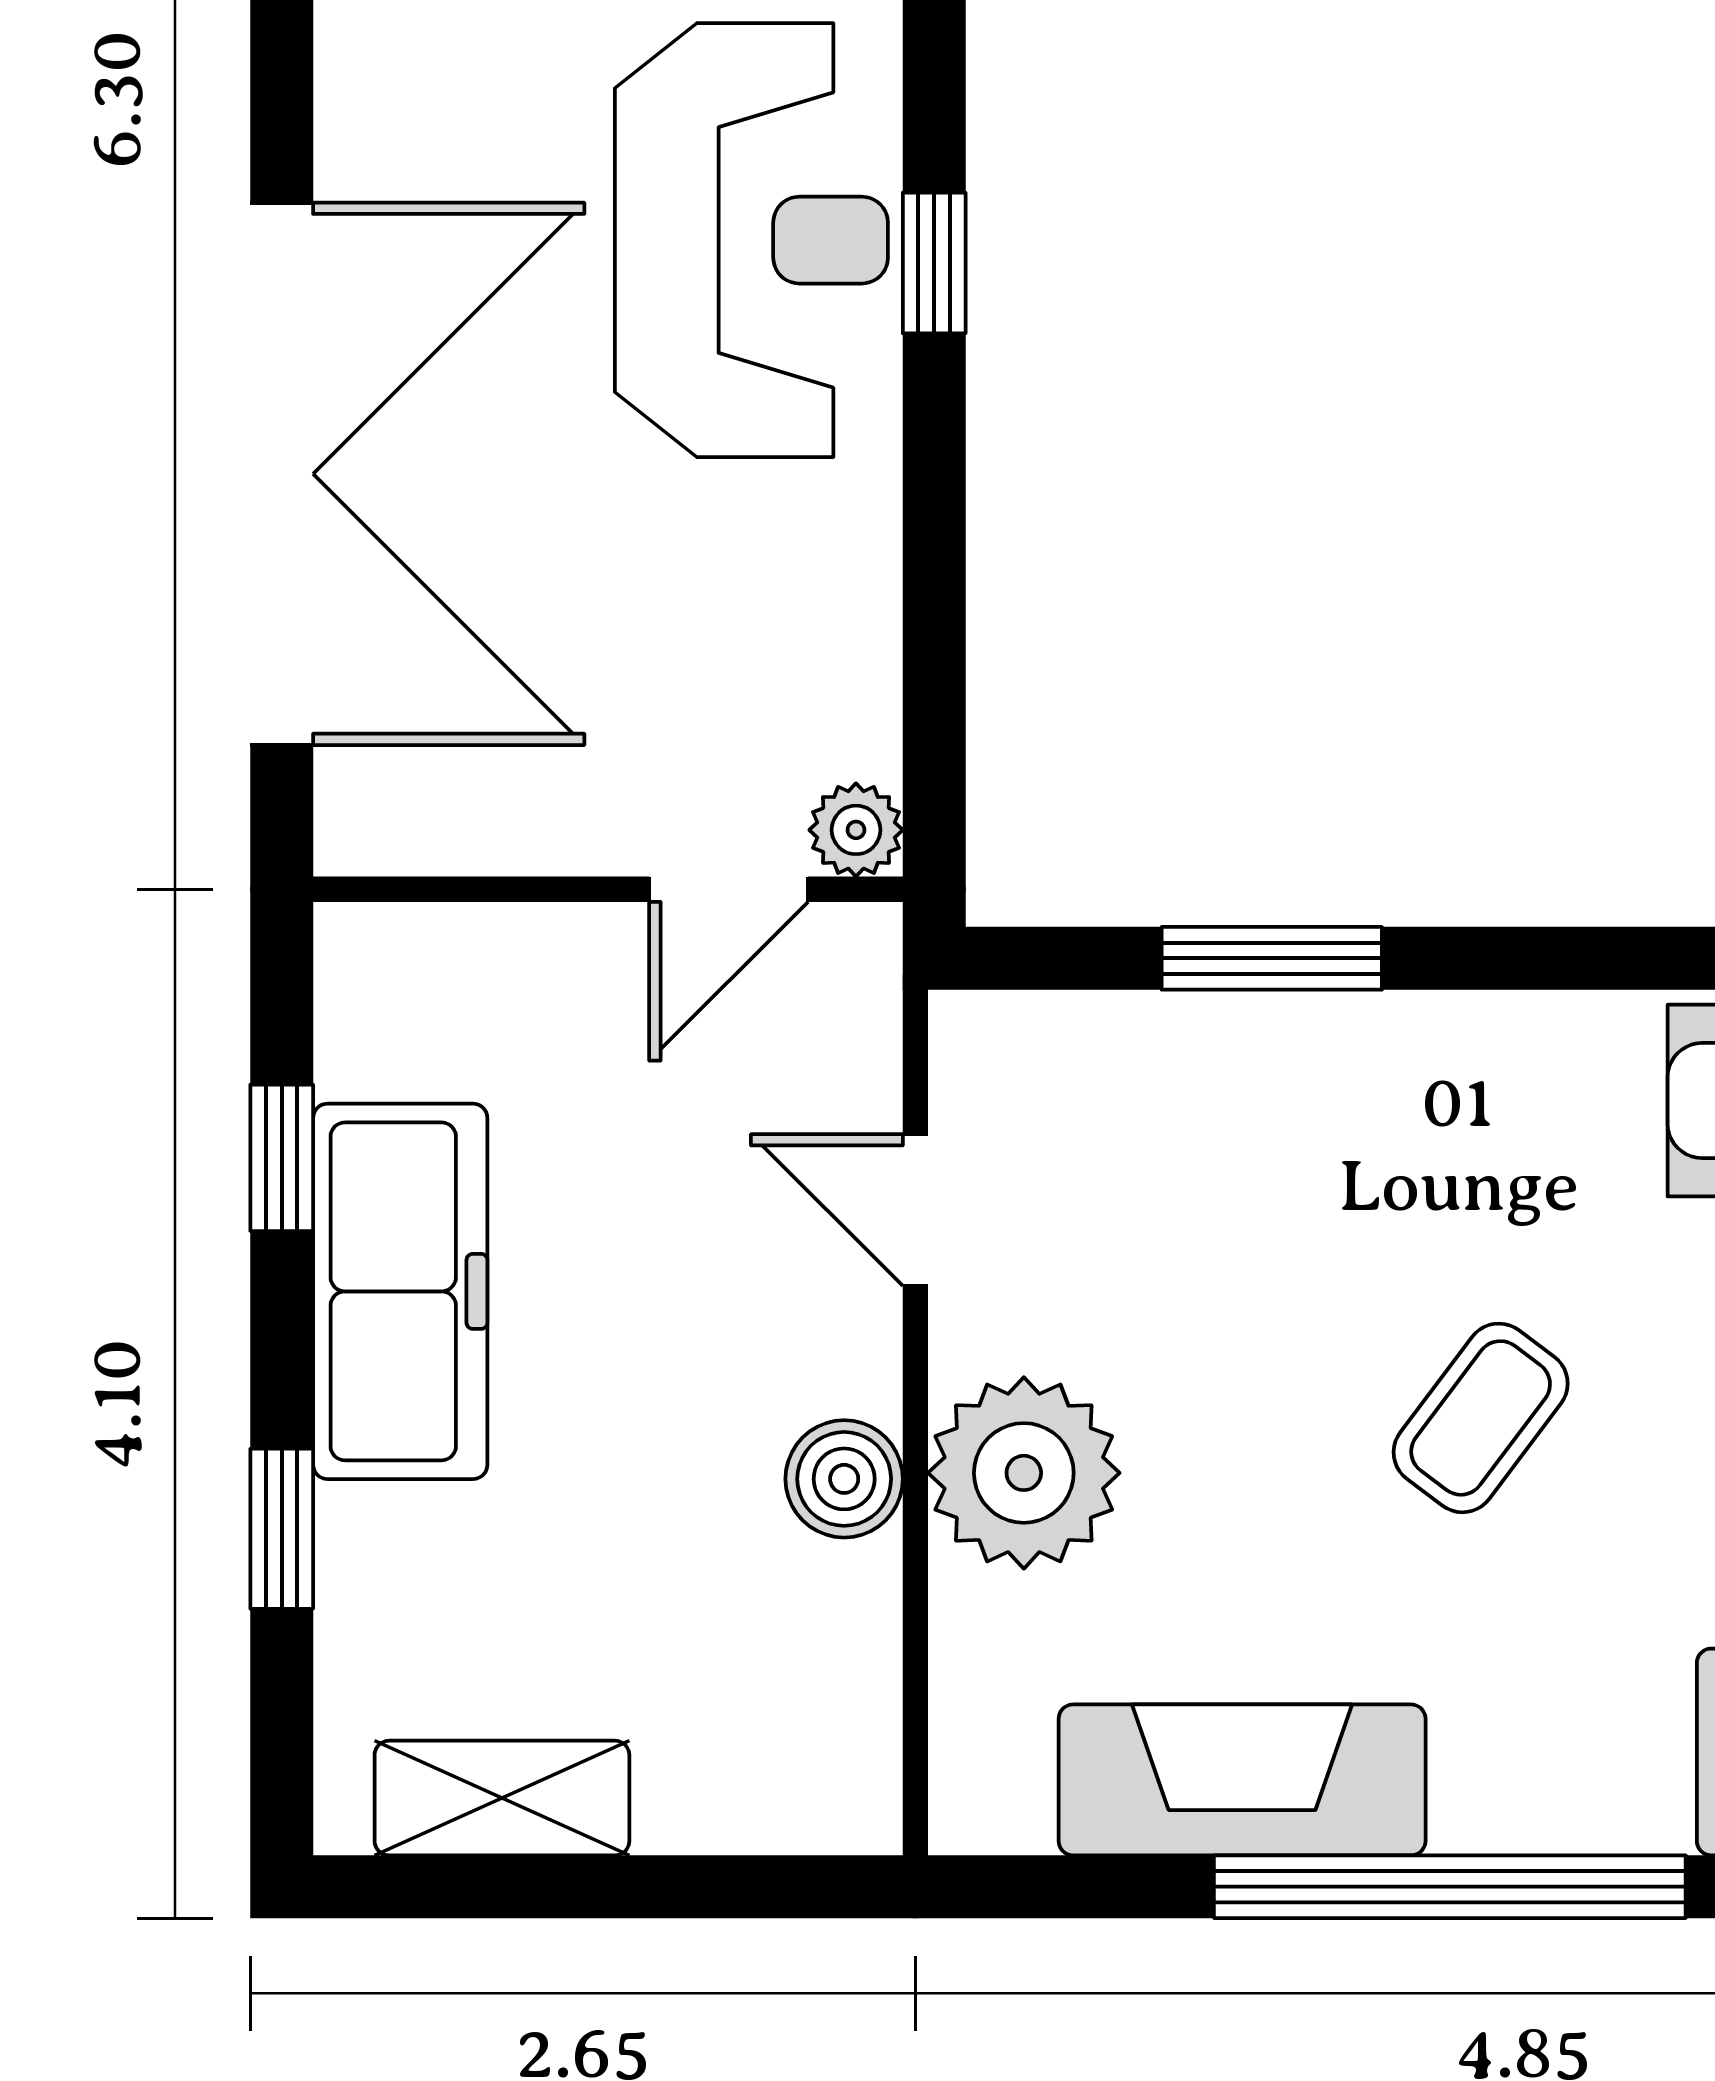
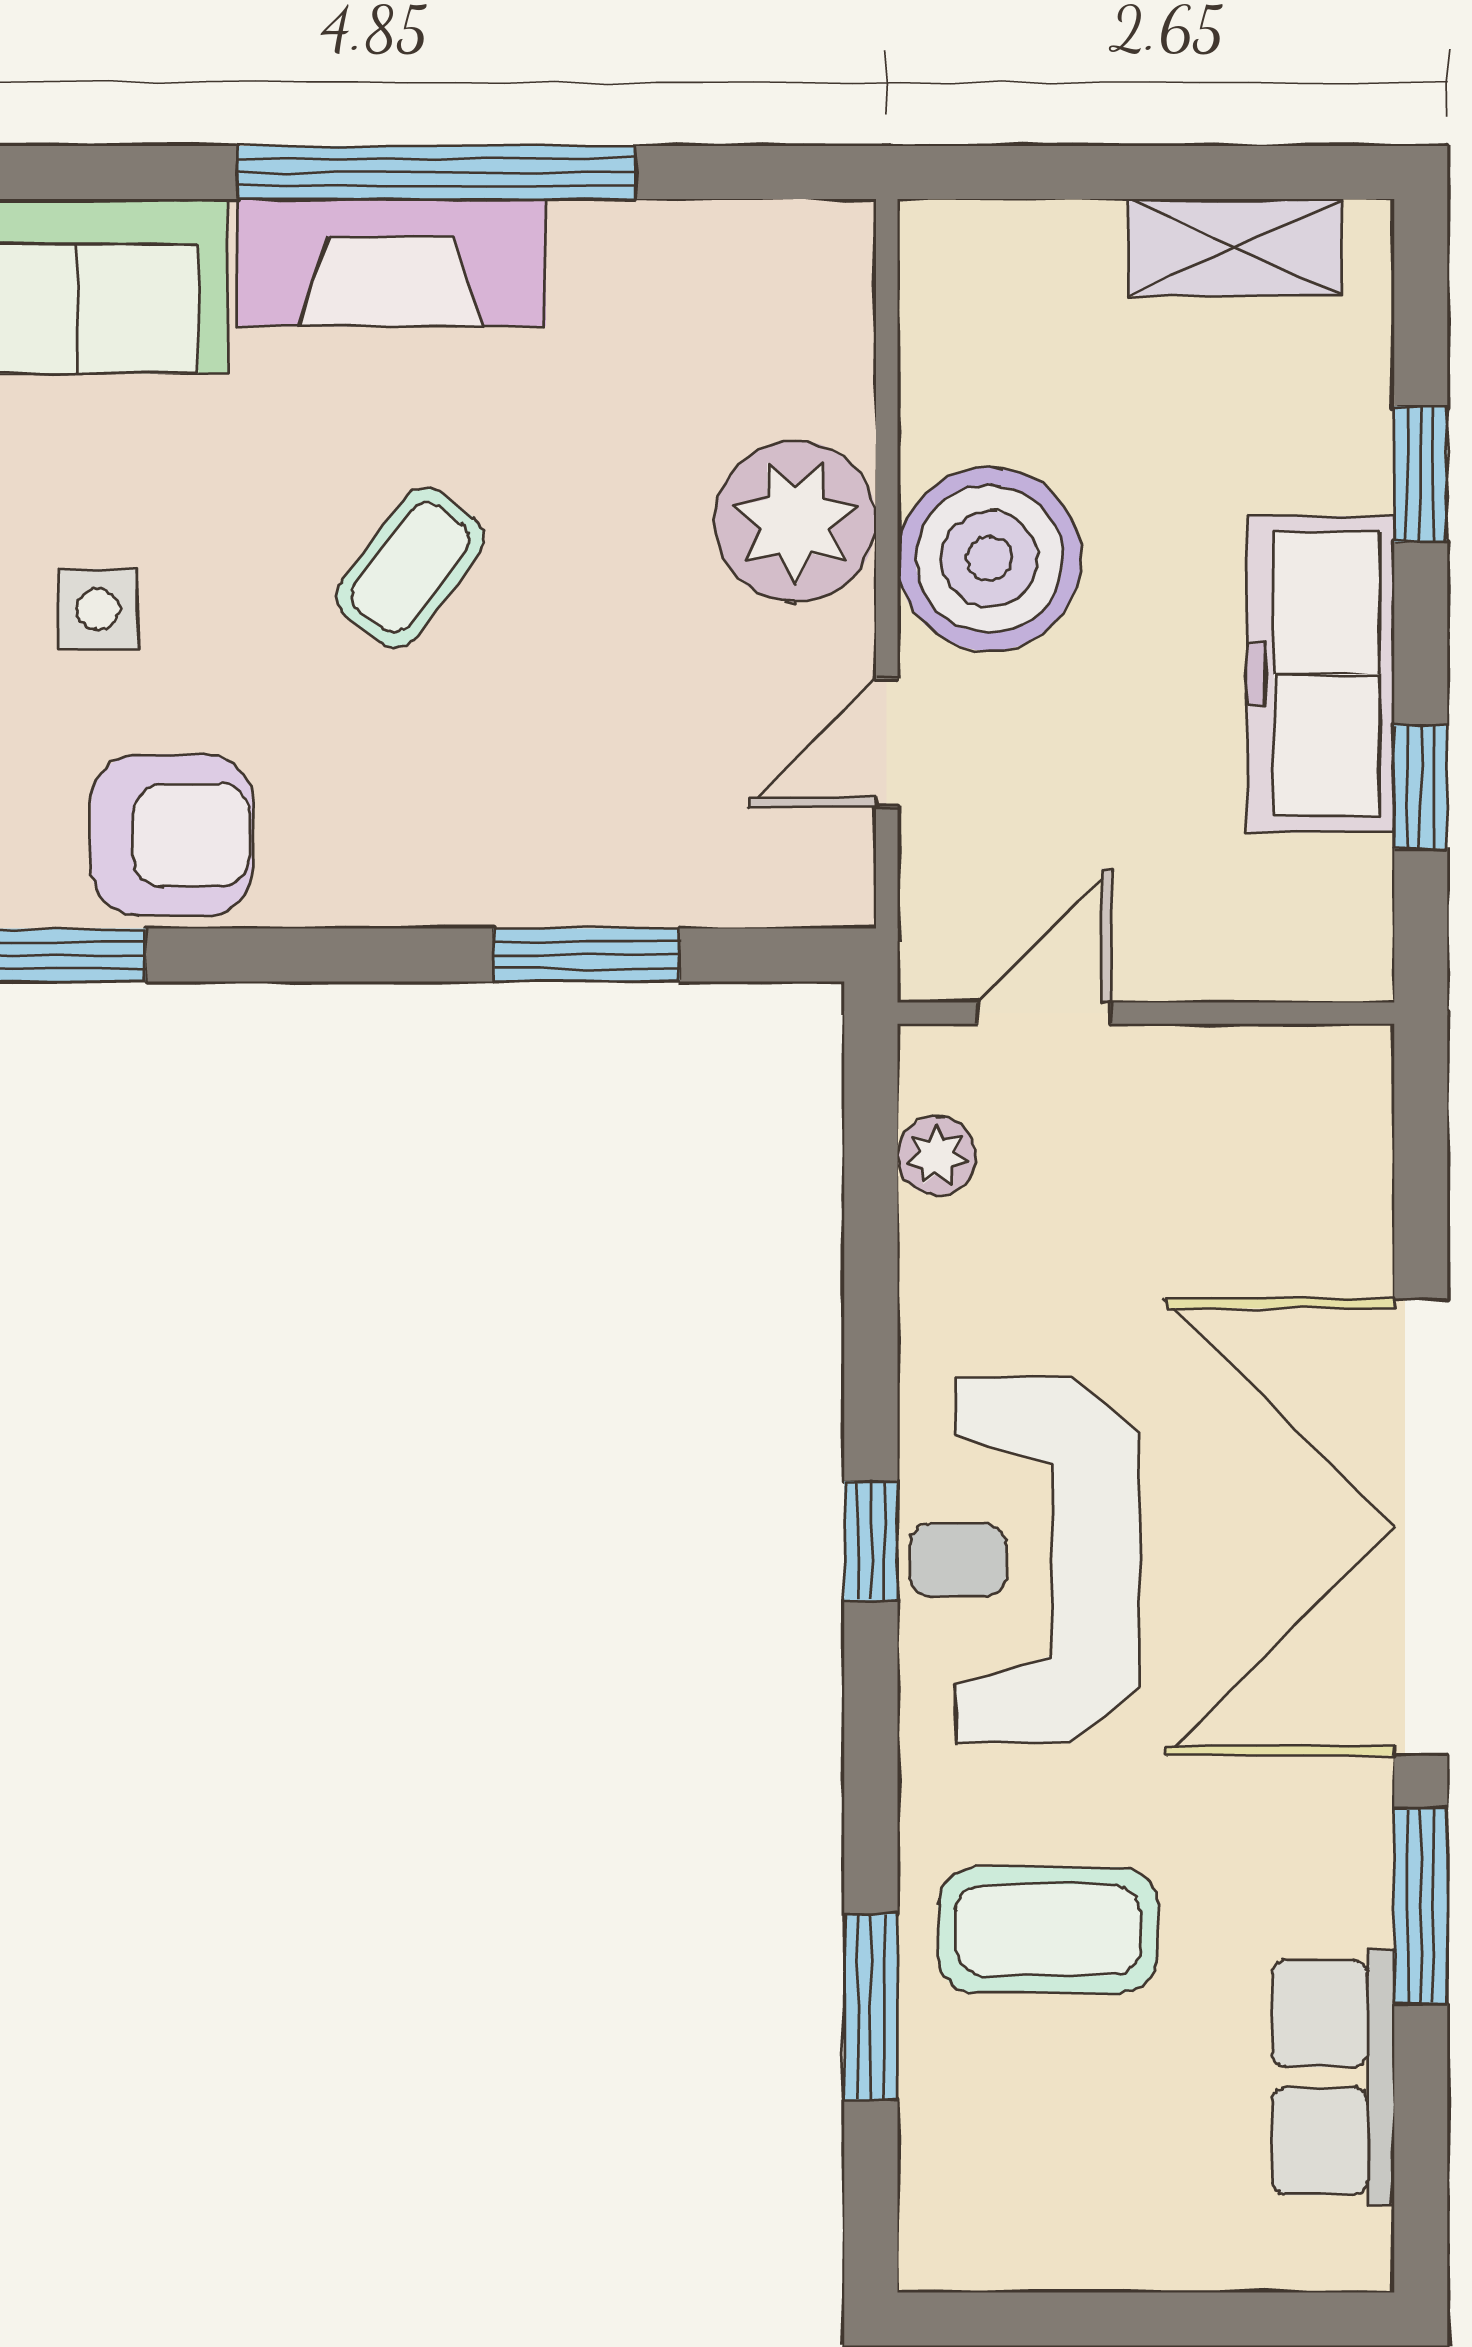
double door: (282, 474) -> (1421, 1527), moved
plant: (856, 830) -> (937, 1156), moved
door: (915, 1210) -> (887, 743), swing flipped
boiler: (844, 1479) -> (989, 559), width x1.86, depth x1.86
fireplace: (1242, 1780) -> (391, 263), moved

